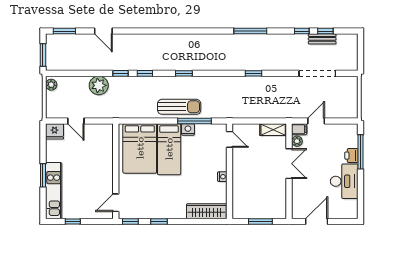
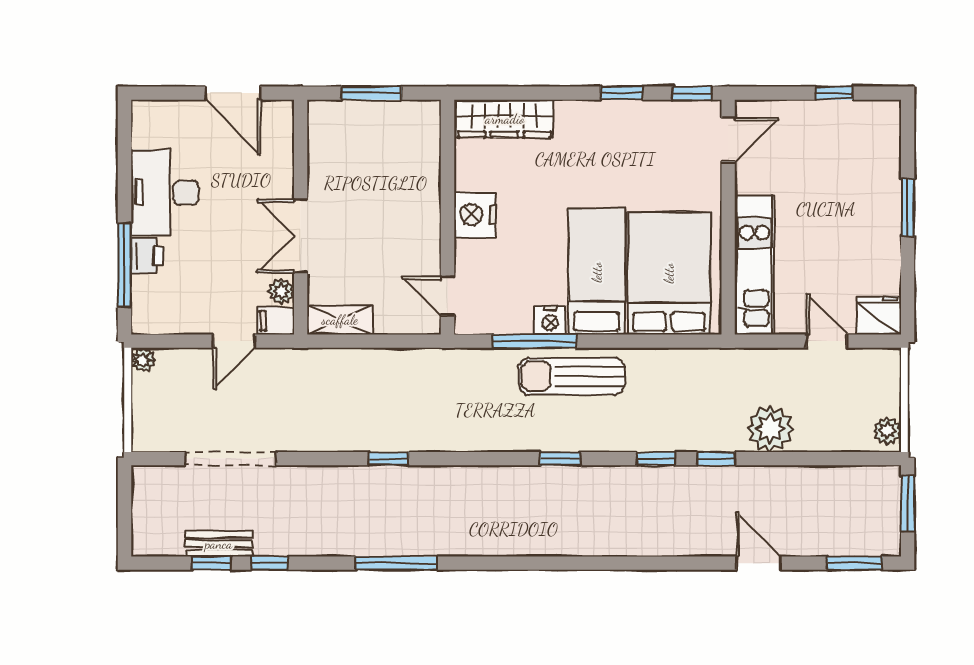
plant: (353, 113) -> (143, 360), added
nightstand: (222, 177) -> (475, 215), width x1.89, depth x1.79
kitchen unit: (54, 191) -> (754, 265), moved, turned 180
door: (317, 222) -> (233, 93), hinge flipped

